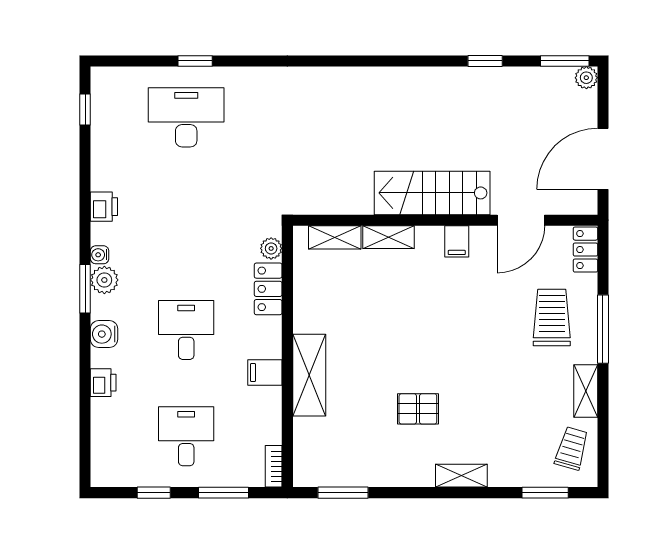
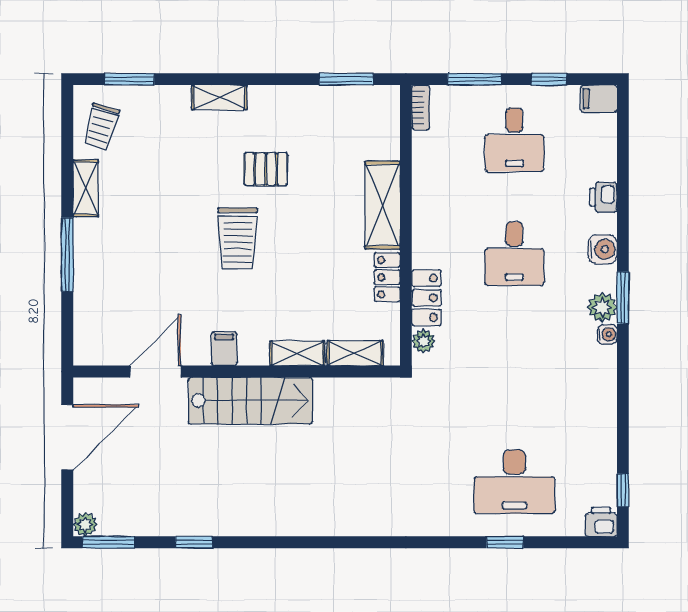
printer: (104, 207) -> (601, 522), moved, turned 90
locker: (585, 250) -> (387, 277), moved, turned 180
trolley: (552, 317) -> (238, 238), moved
filing cabinet: (265, 372) -> (599, 99), moved, turned 180

